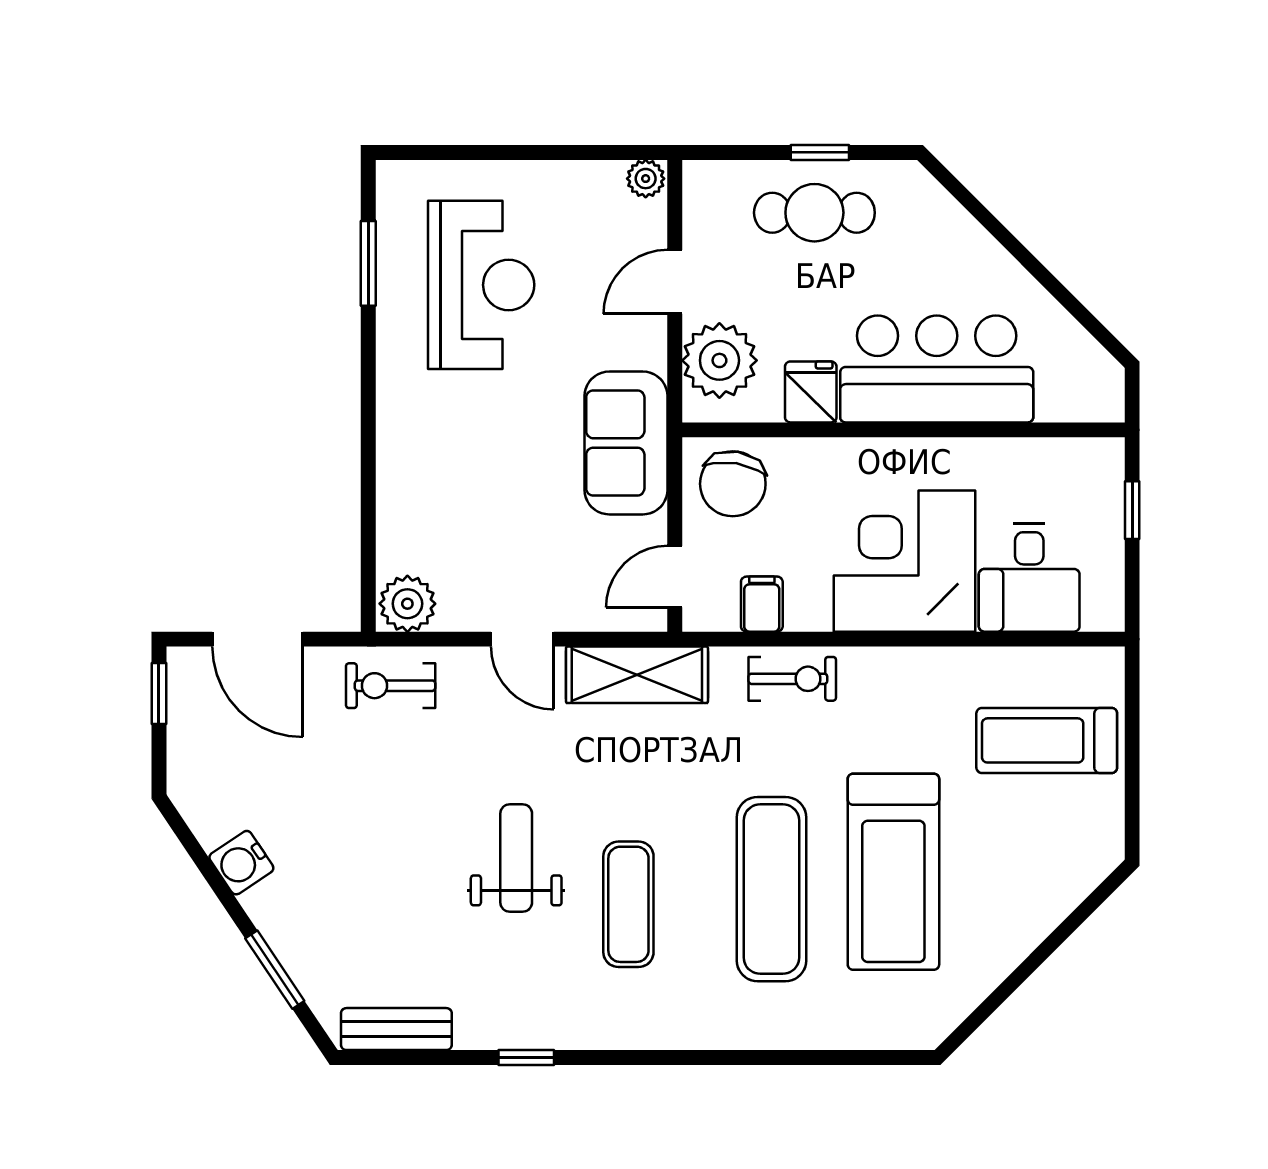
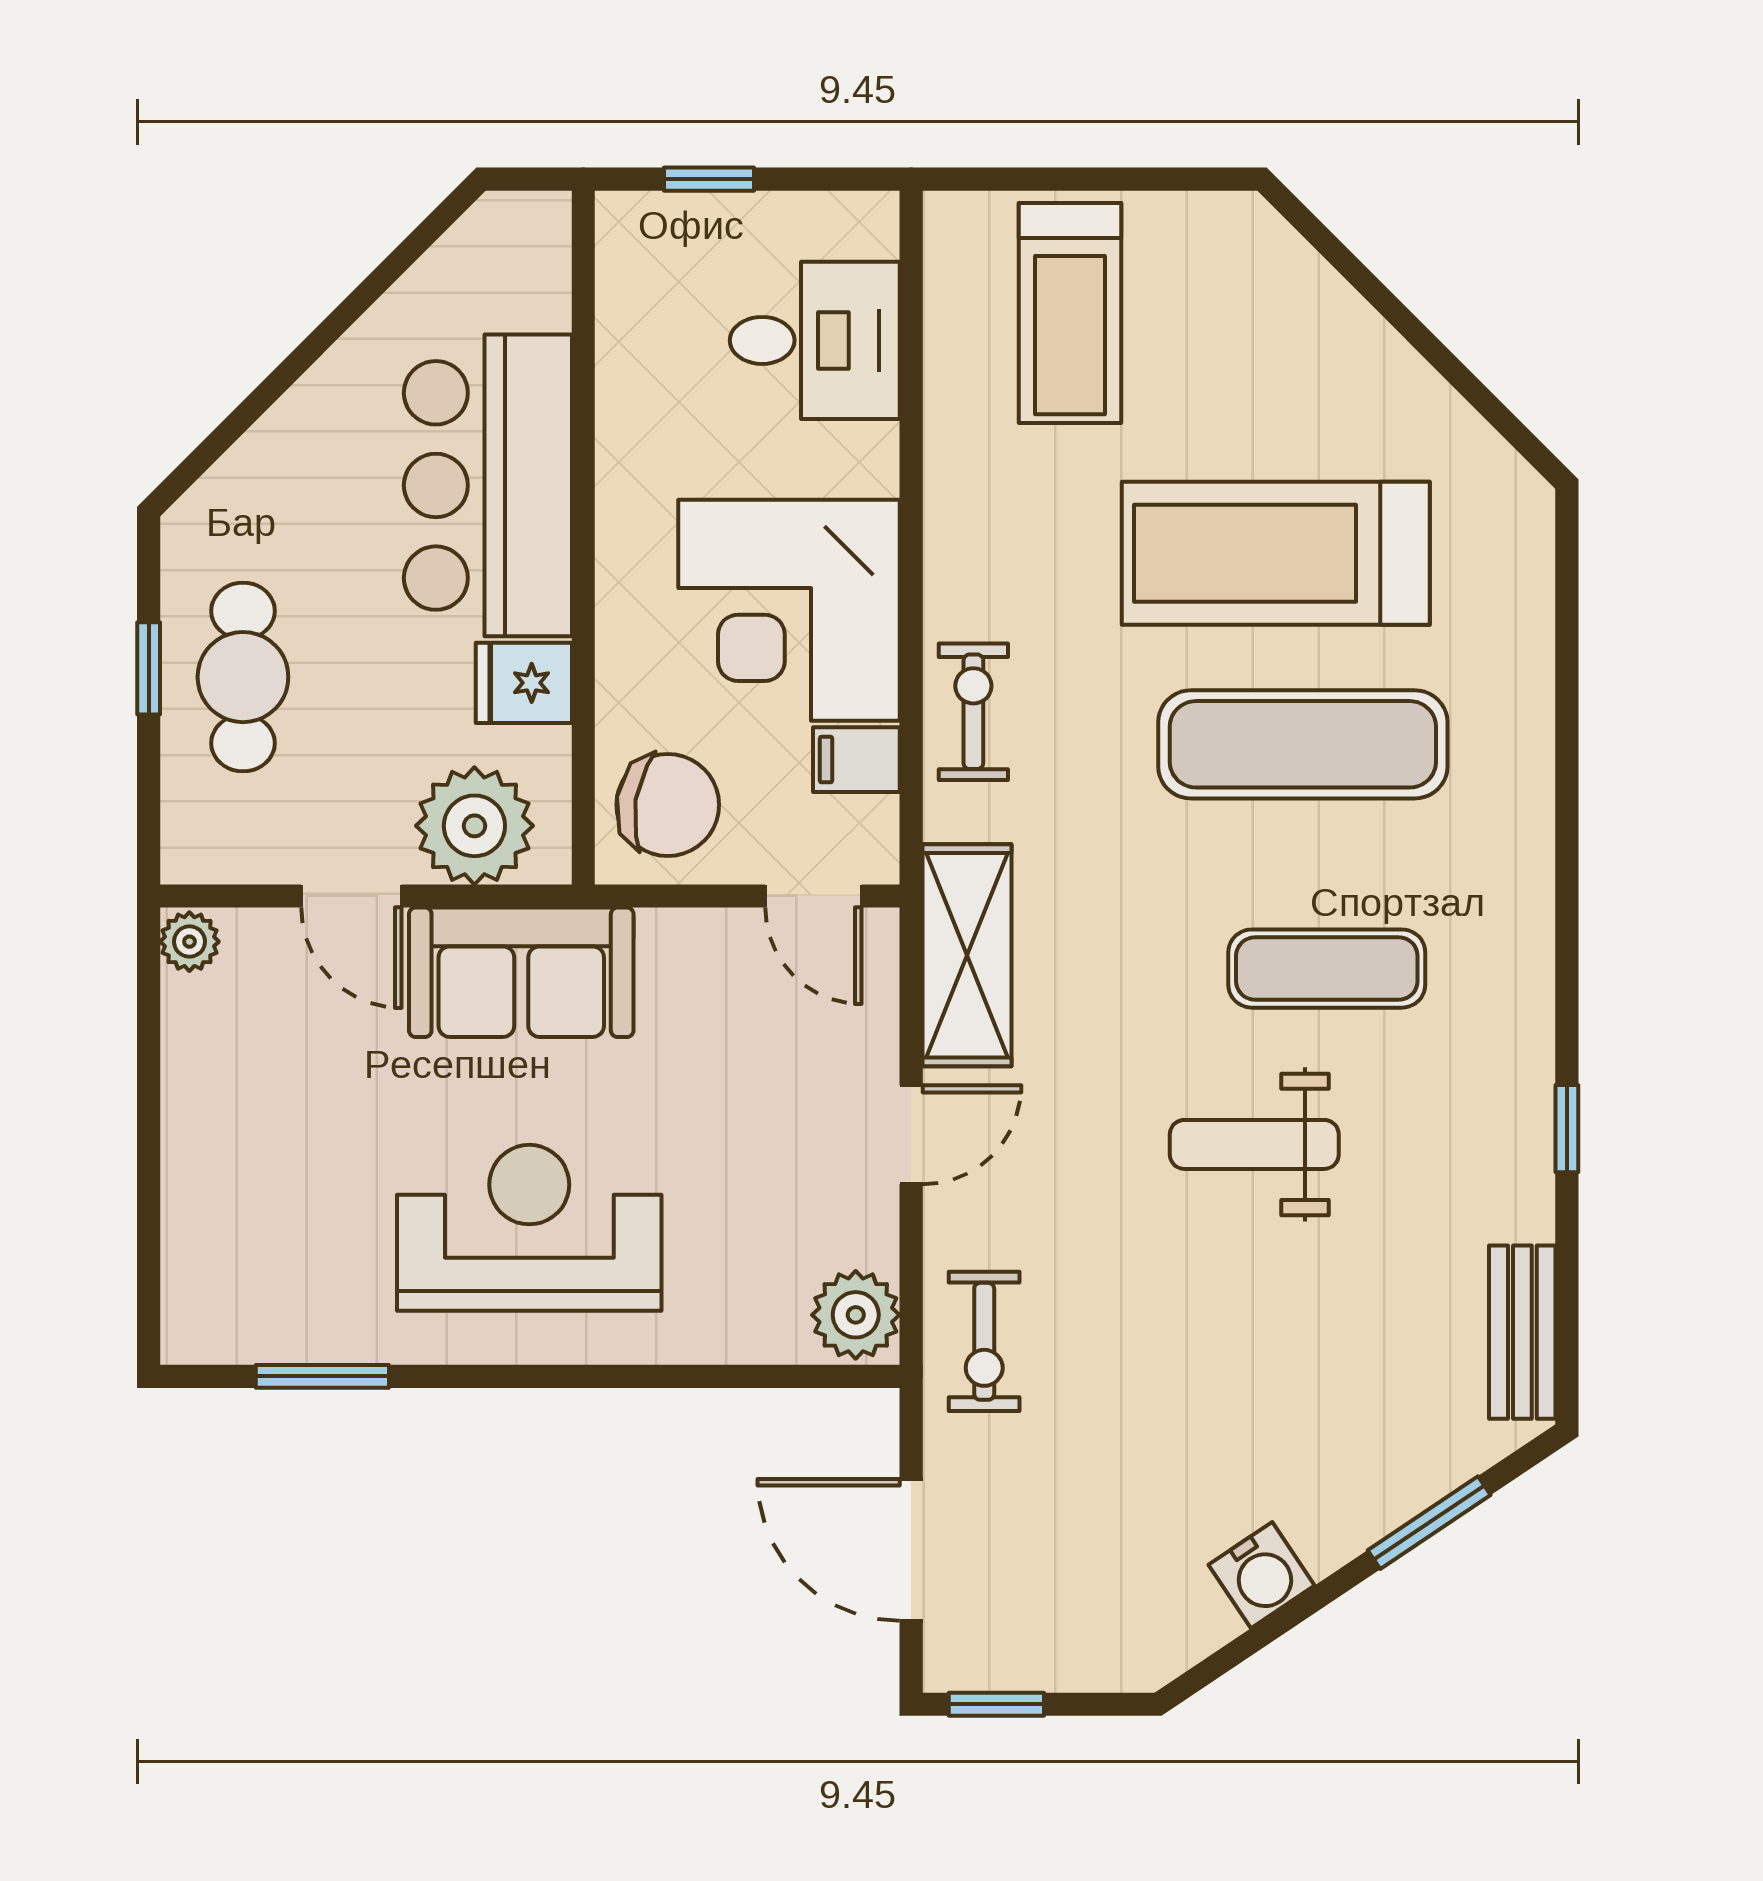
reception desk: (481, 285) -> (529, 1228), moved
sofa: (626, 443) -> (521, 972), moved
corner desk: (904, 561) -> (789, 610), moved
door: (257, 639) -> (911, 1550), swing flipped
treadmill: (893, 872) -> (1276, 553), turned 180

